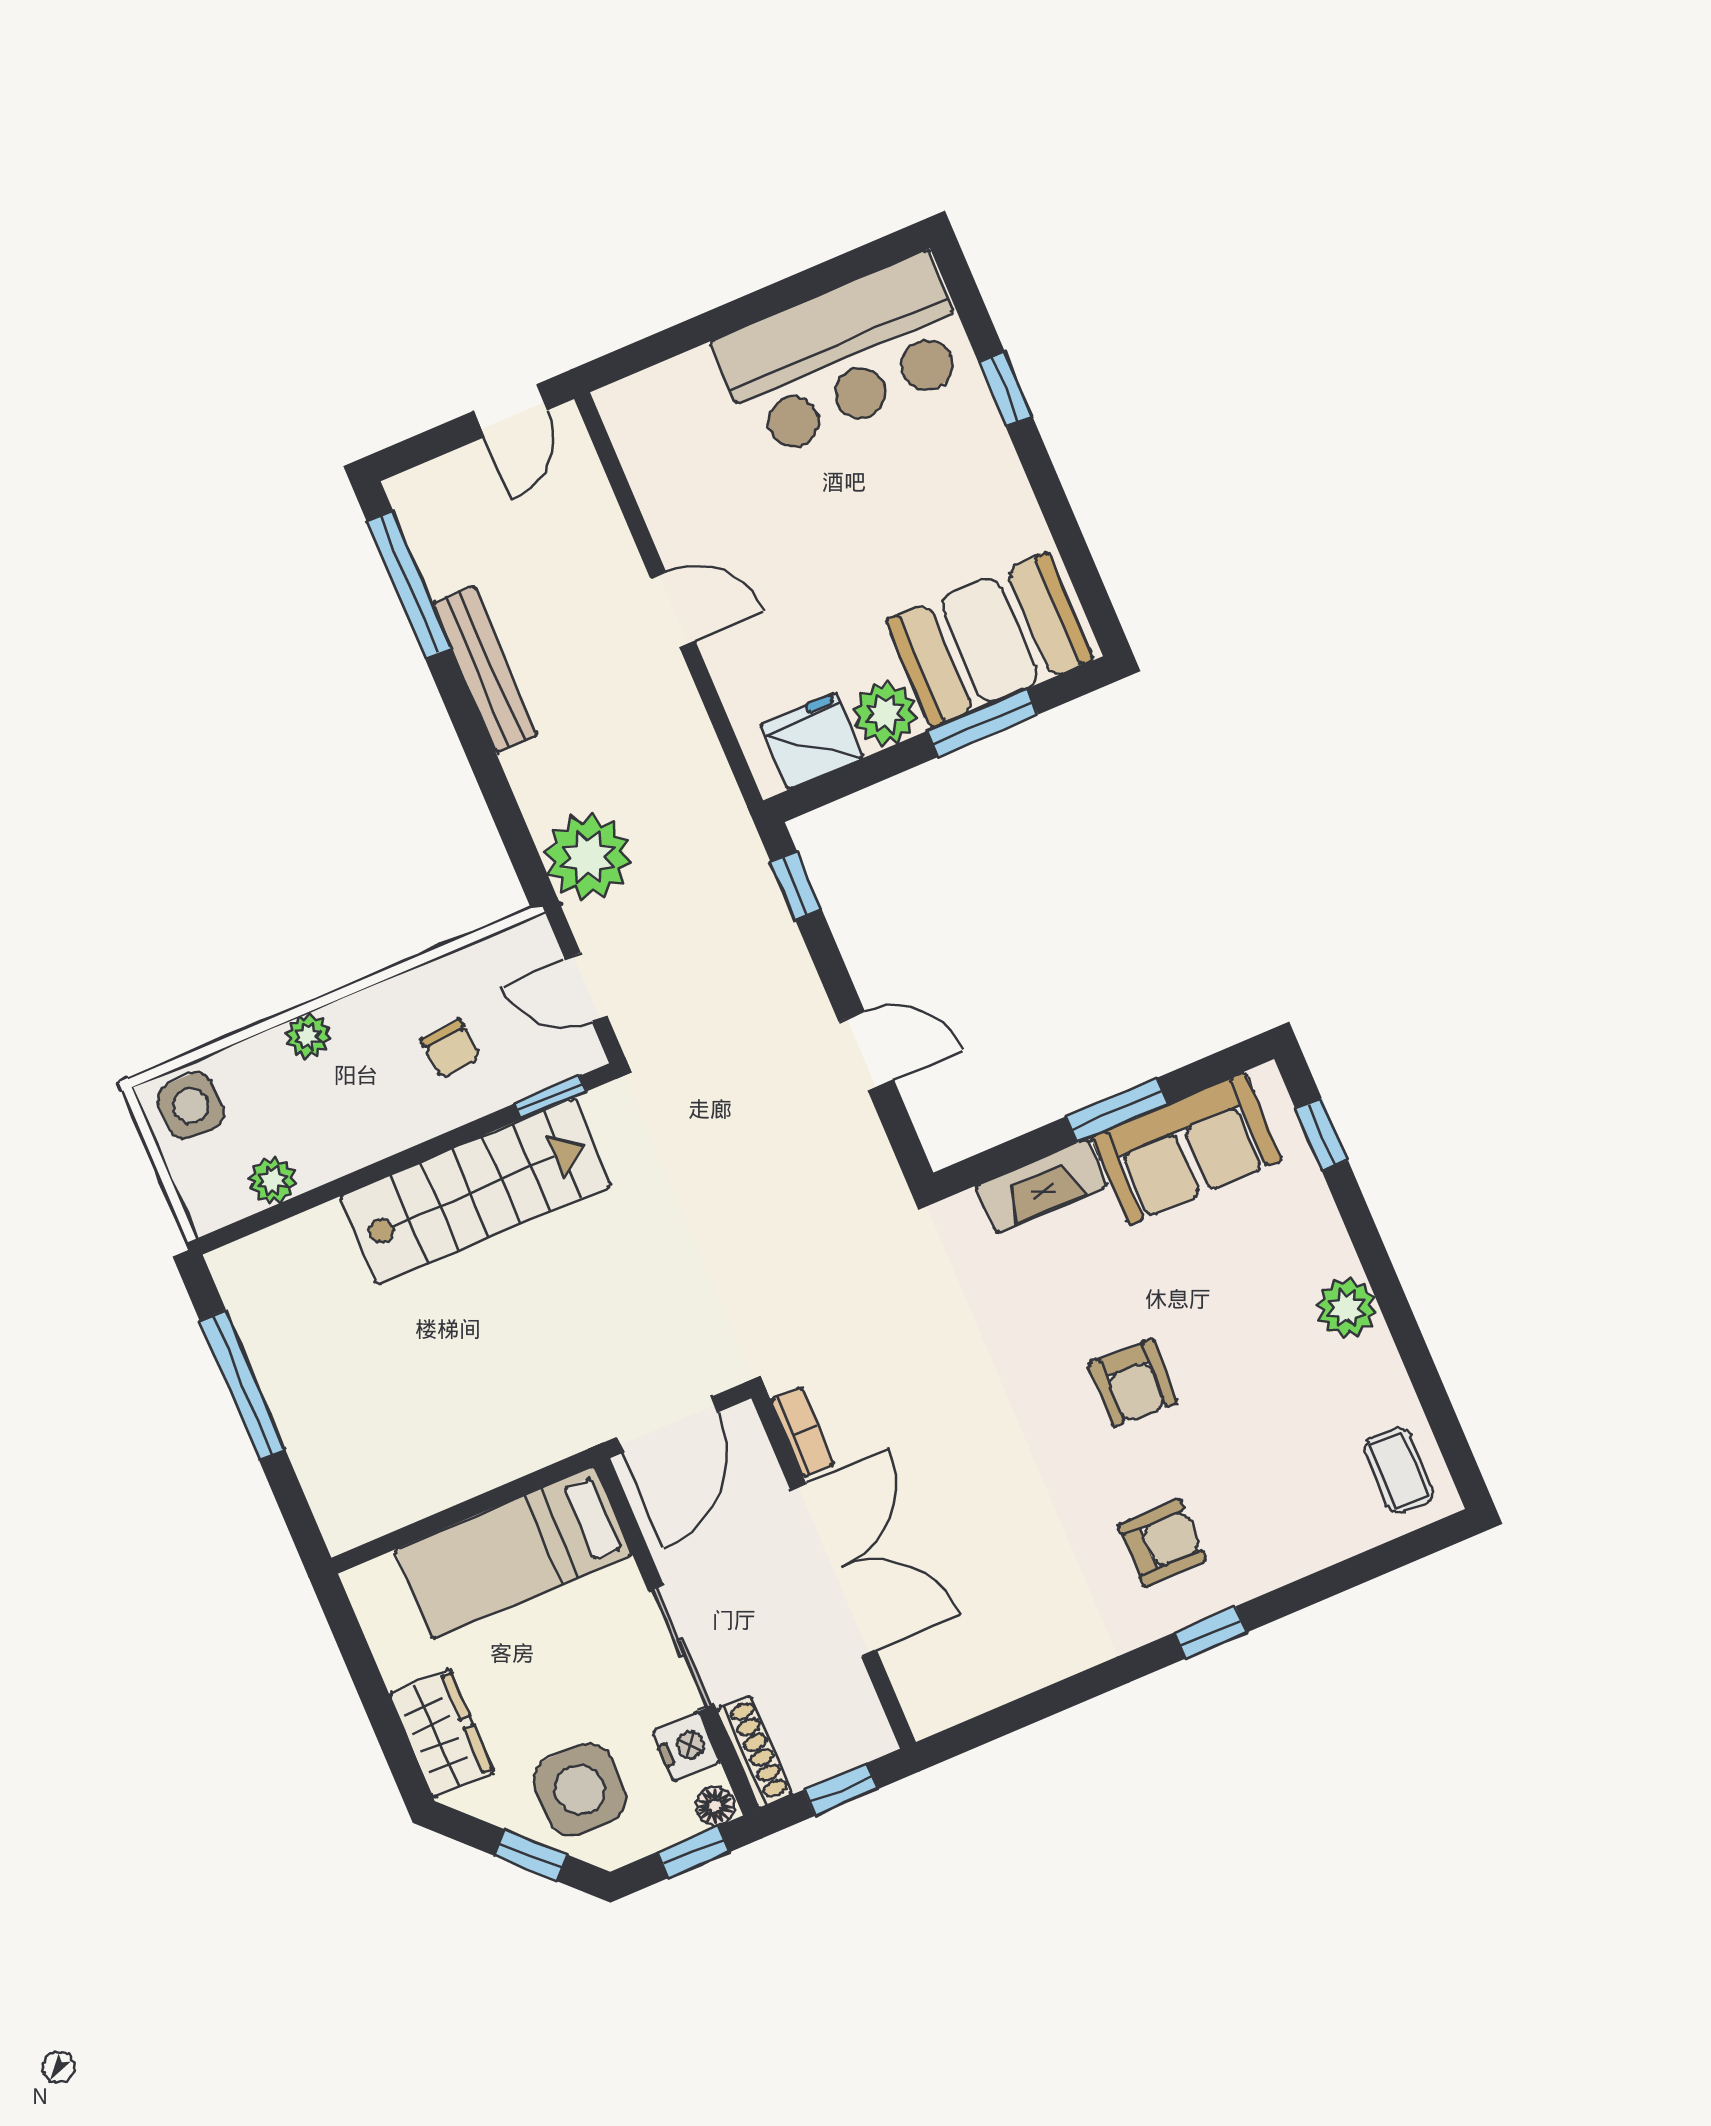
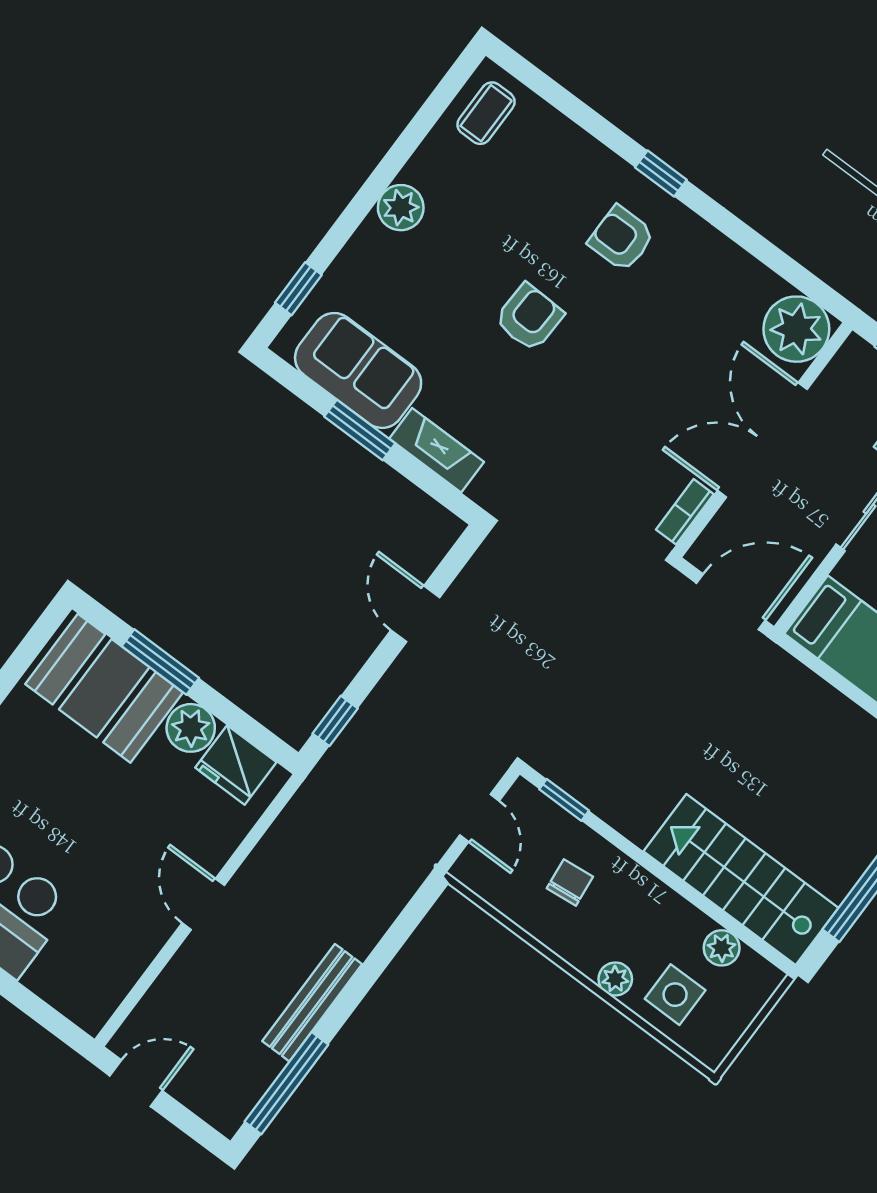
plant: (588, 857) -> (796, 329), moved
side table: (191, 1106) -> (675, 995), moved
stairs: (475, 1191) -> (741, 880), moved

